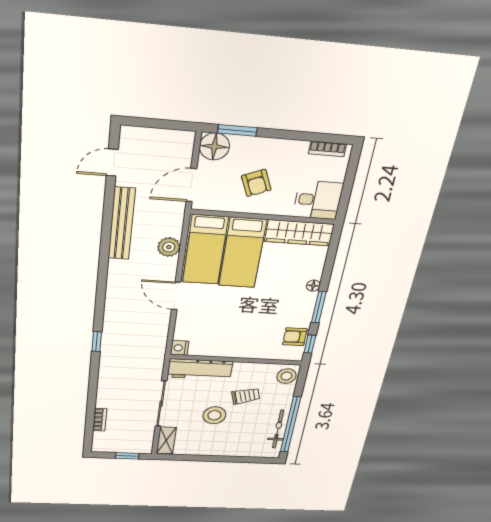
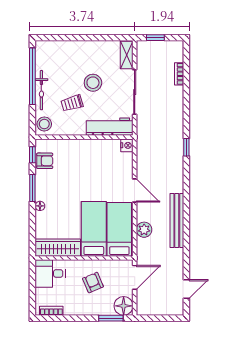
bench: (122, 224) -> (177, 221), moved
bicycle: (278, 429) -> (41, 90), moved

